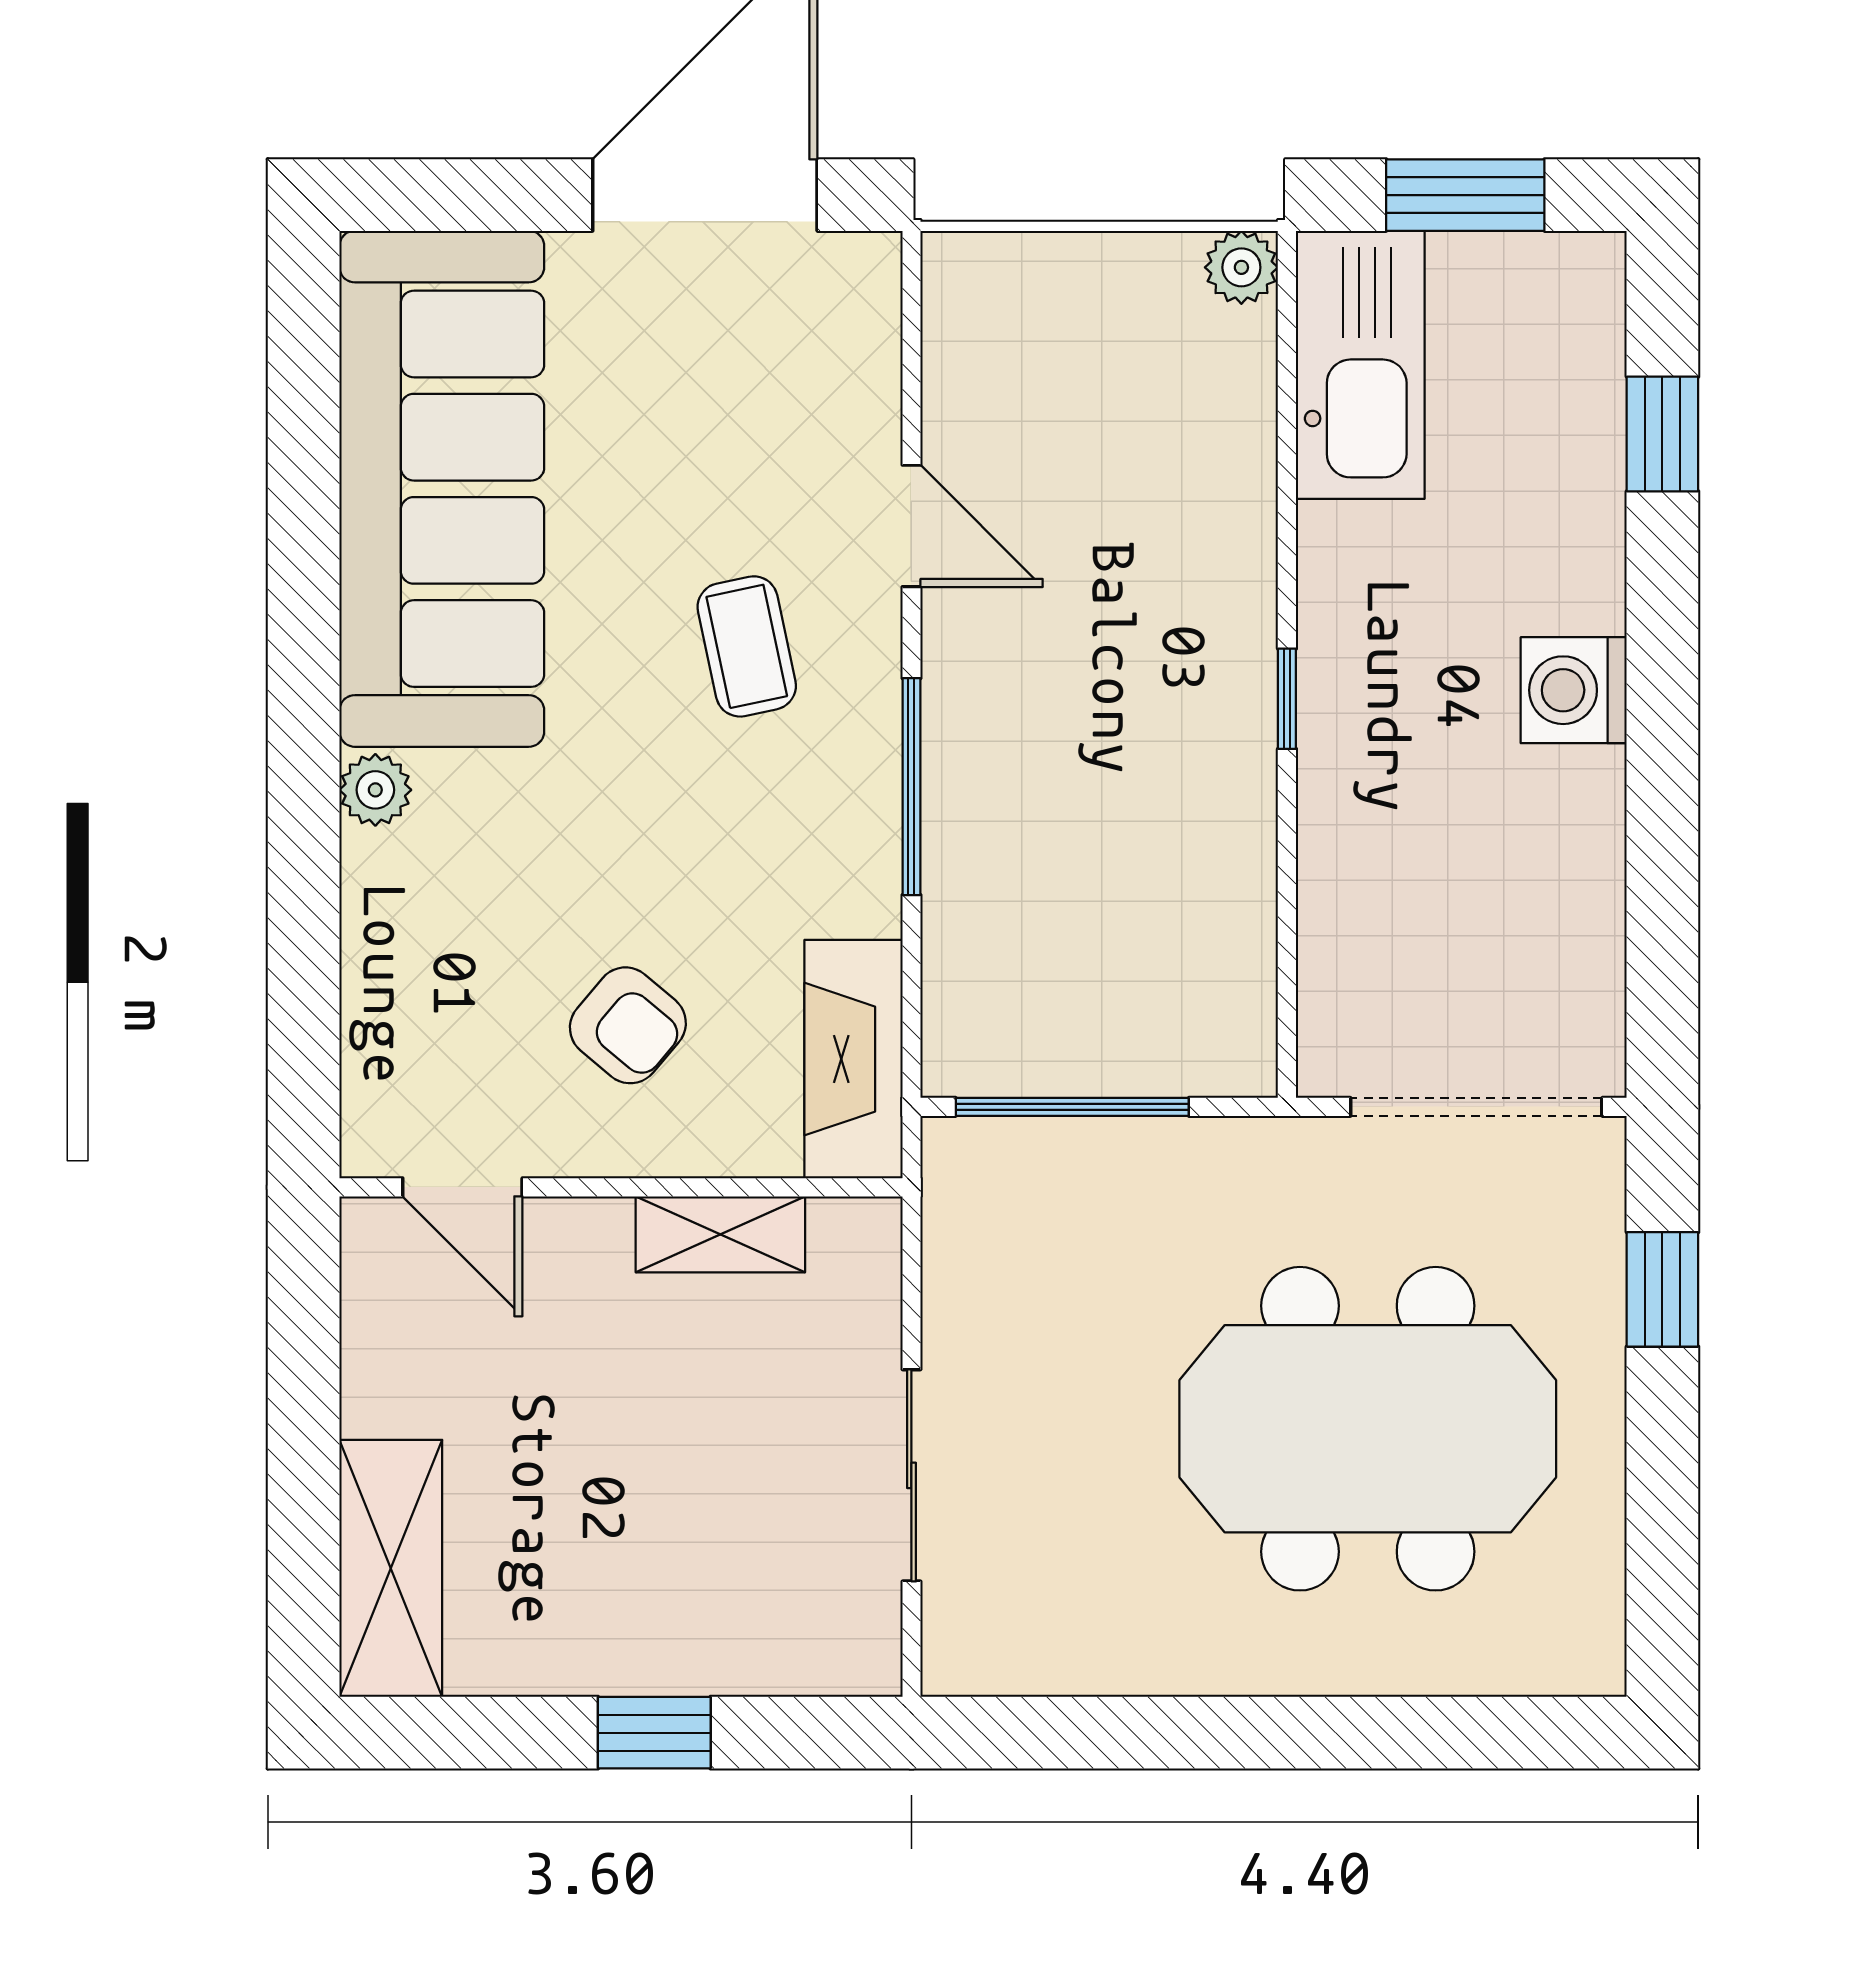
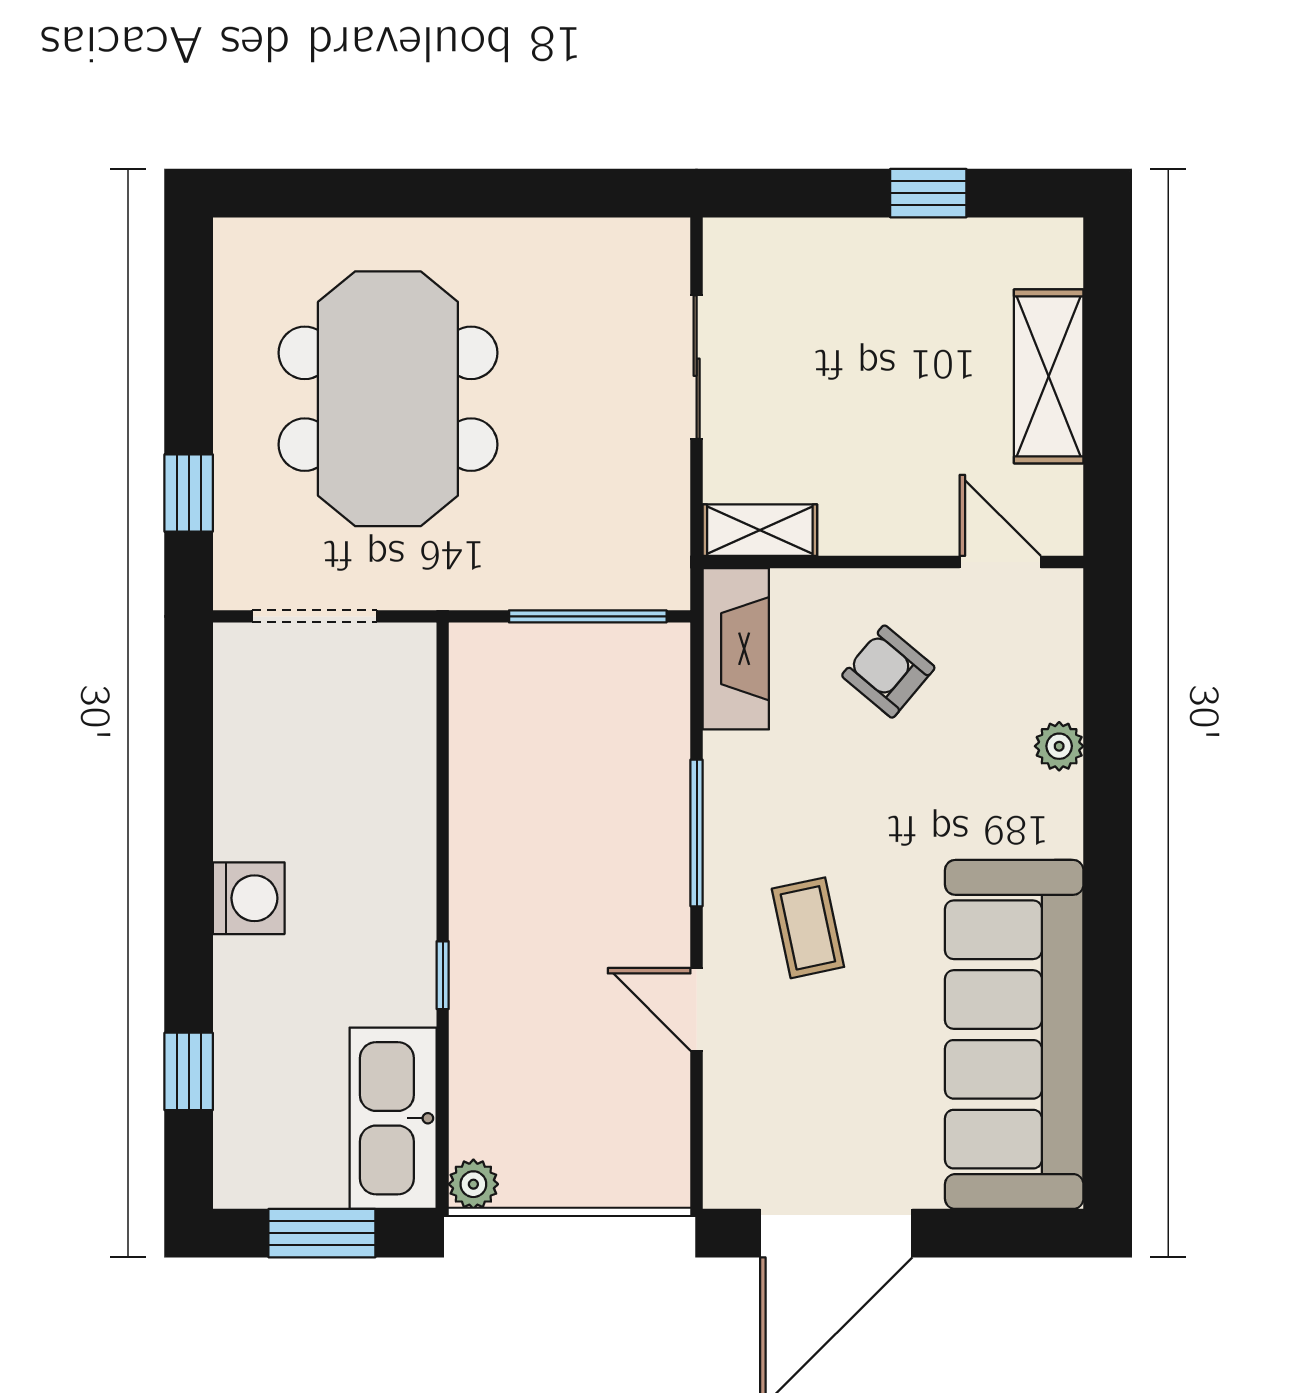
window: (1287, 699) -> (443, 975), moved
plant: (375, 790) -> (1059, 746), moved
doorway: (1476, 1107) -> (314, 616), width x0.73
shelving: (720, 1234) -> (760, 530), moved
meeting table: (1368, 1429) -> (388, 399), turned 90
shelving: (391, 1568) -> (1049, 376), moved
window: (654, 1733) -> (928, 193), moved

